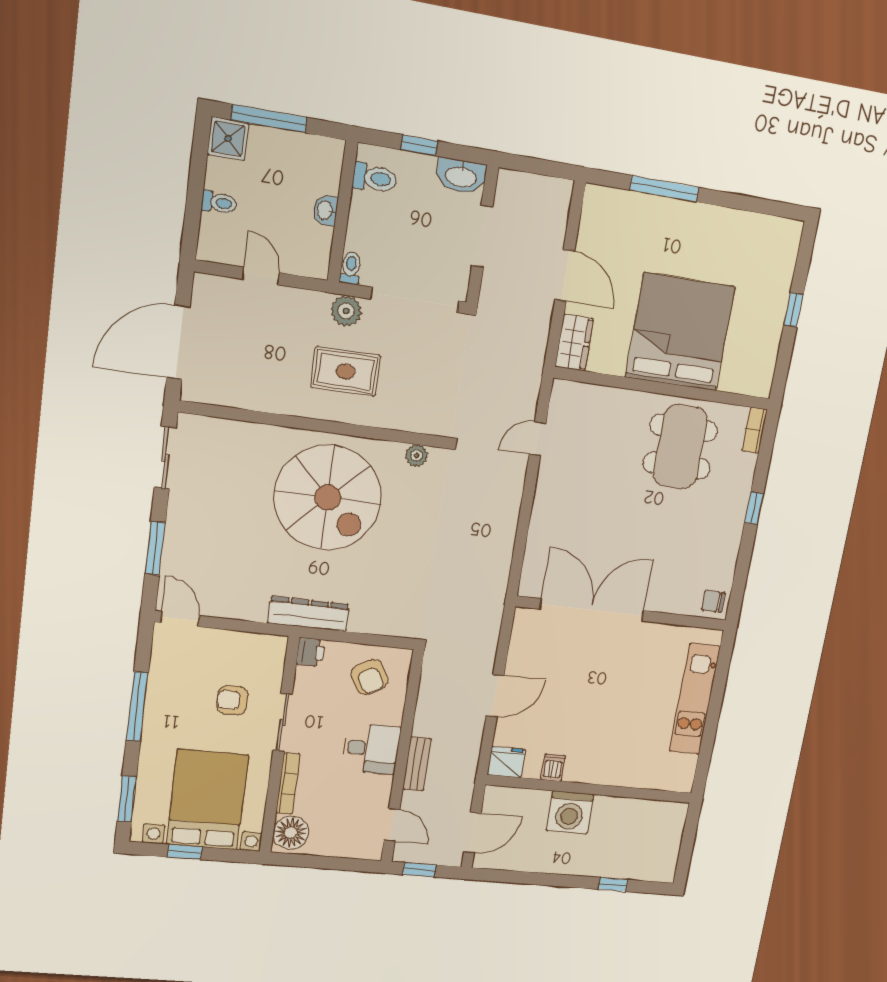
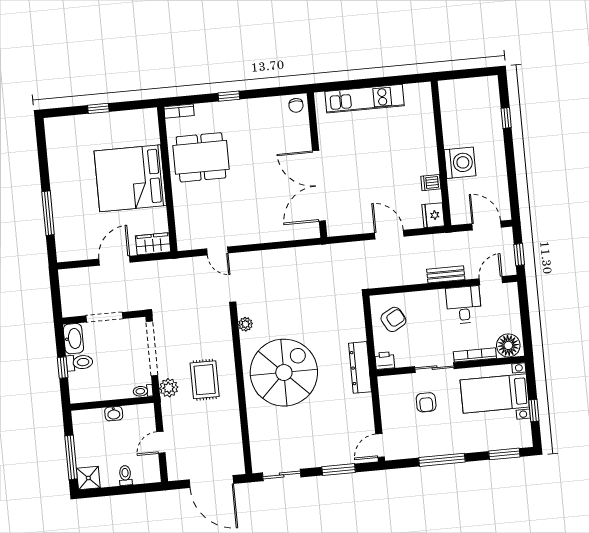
toilet: (375, 178) -> (79, 362), moved, turned 90
desk: (371, 749) -> (464, 305), moved
bed with nightstands: (207, 800) -> (495, 394), width x0.73

